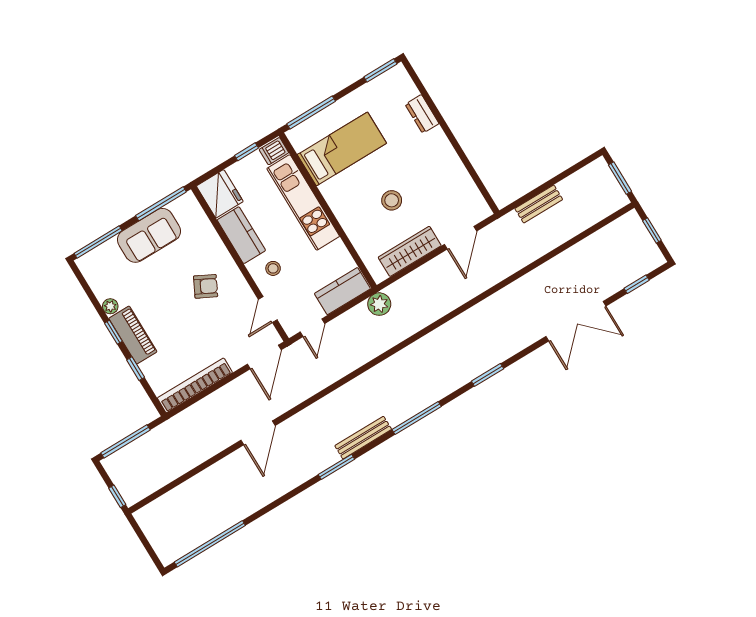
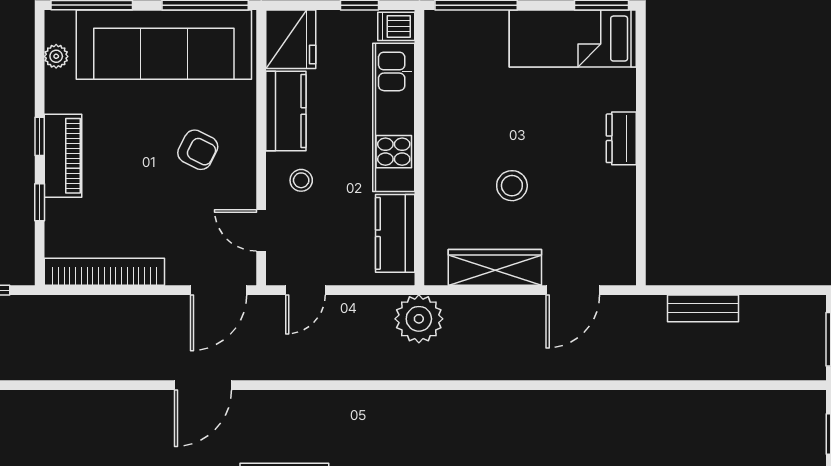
dresser: (422, 114) -> (621, 138), moved
bed: (342, 149) -> (573, 39), moved, turned 180
sofa: (149, 235) -> (164, 45), width x1.85, depth x1.27
kitchen counter: (342, 291) -> (395, 233), moved, turned -90
plant: (379, 304) -> (419, 319), width x1.36, depth x1.36
plant: (110, 306) -> (56, 56), moved
door: (268, 310) -> (261, 230), hinge flipped
door: (258, 433) -> (203, 385), moved

